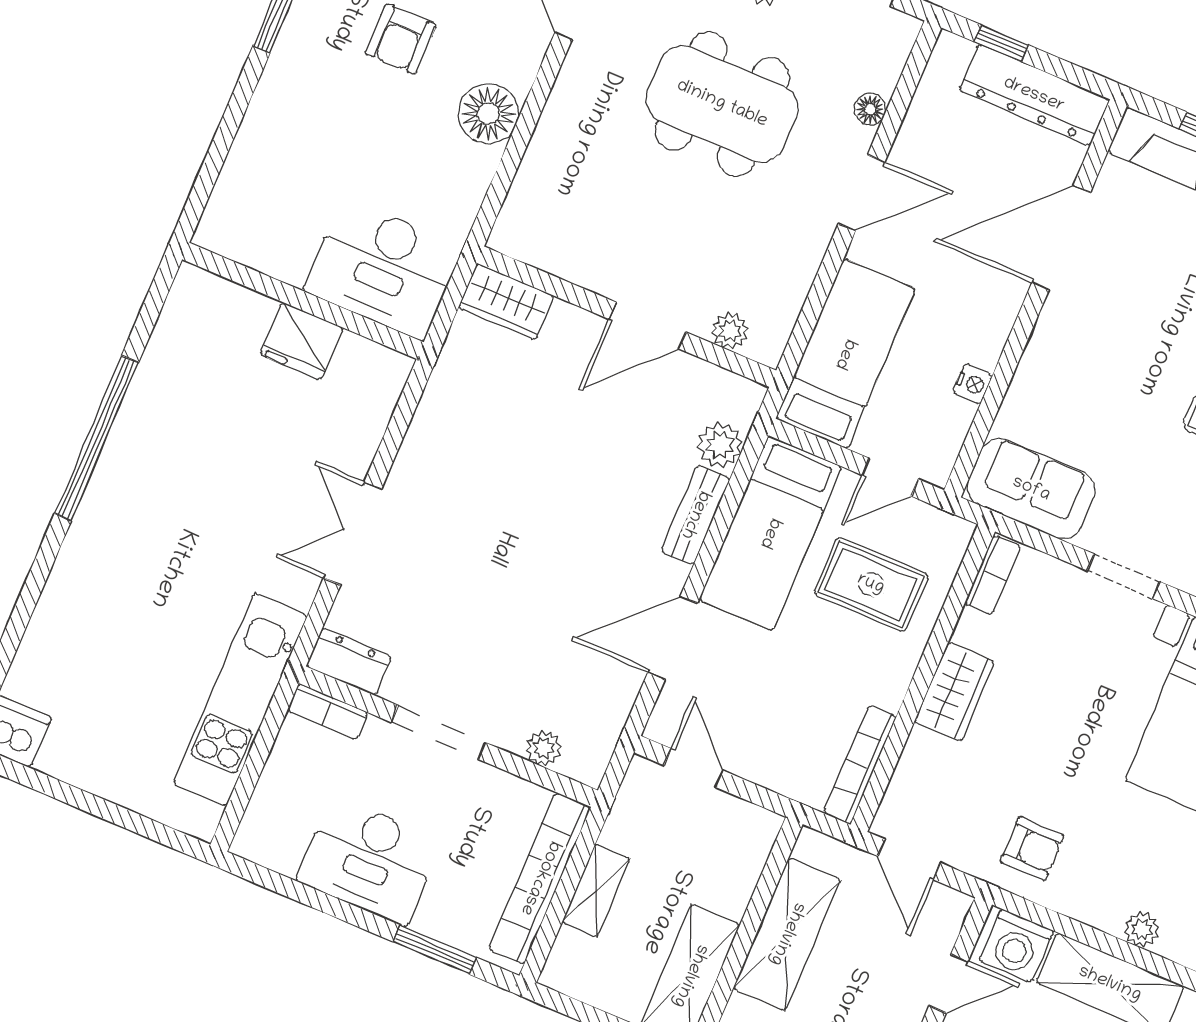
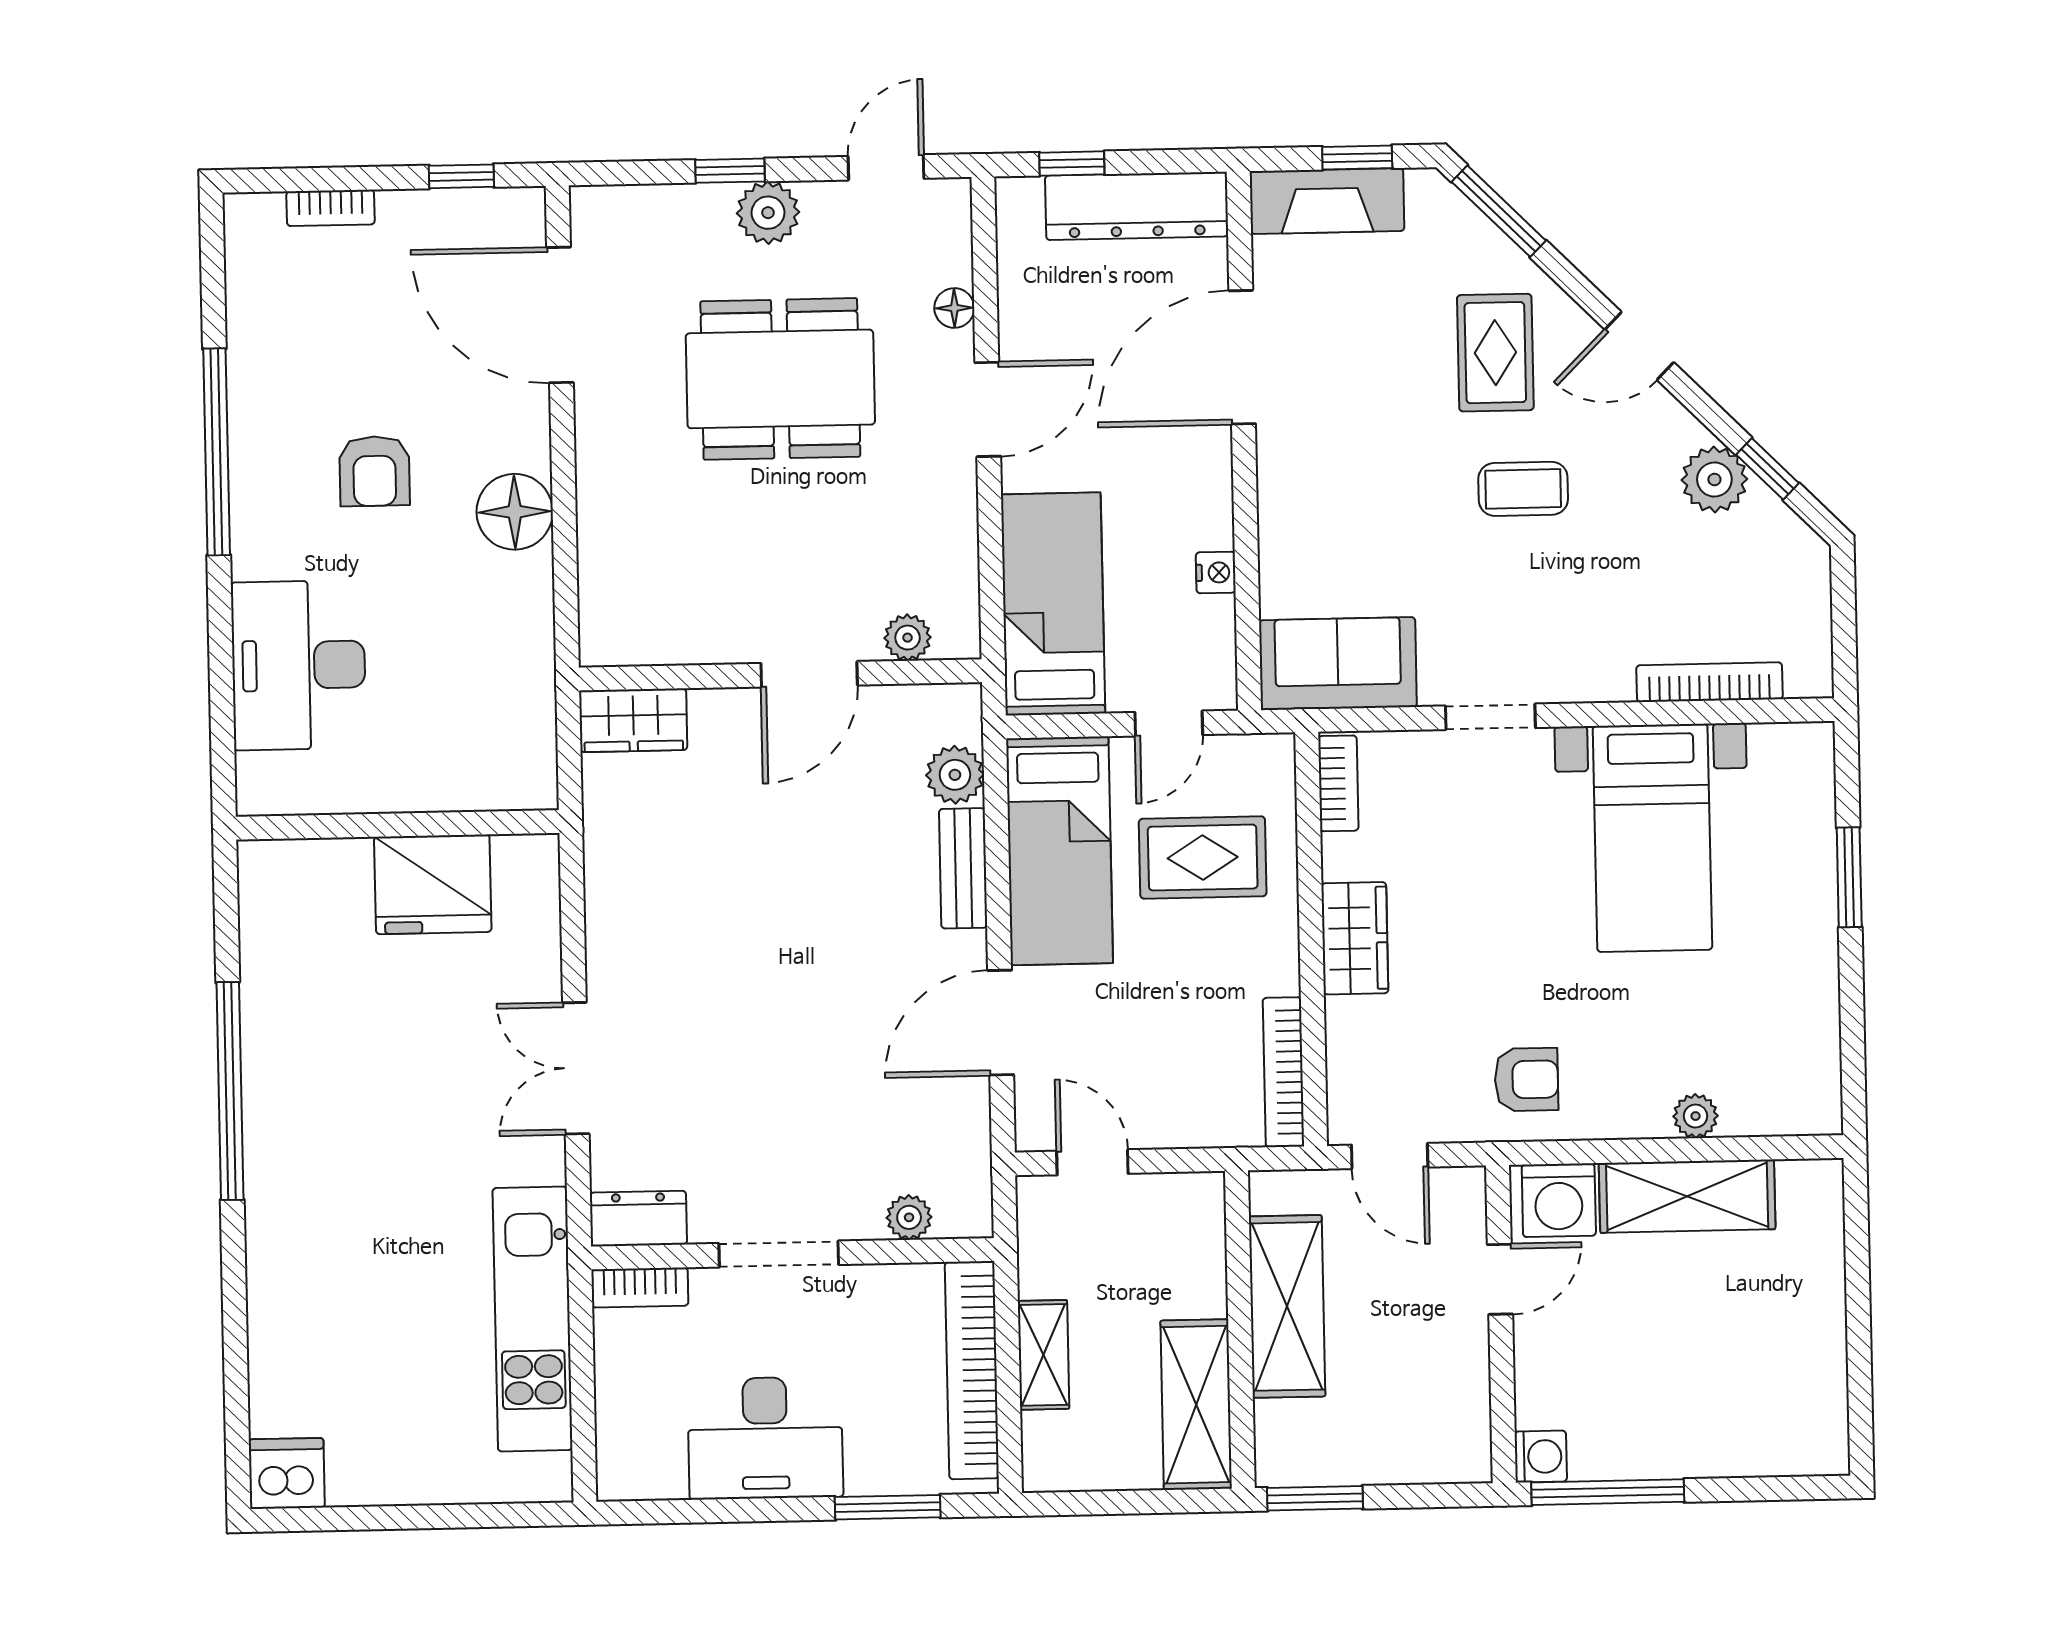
desk: (383, 269) -> (299, 665), moved, turned 90
fridge: (302, 341) -> (433, 884), width x1.36, depth x1.34

